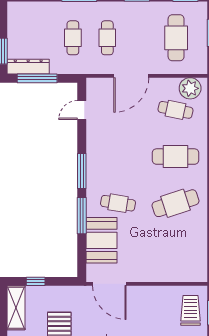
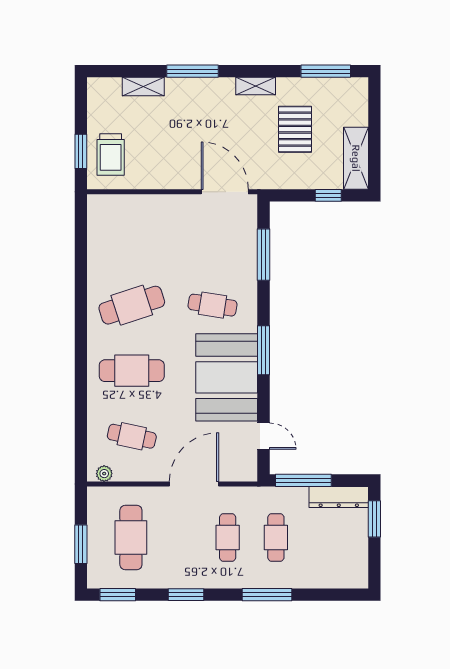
window: (37, 78) -> (303, 480), moved
plant: (190, 88) -> (104, 474), width x0.53, depth x0.53
door: (82, 110) -> (263, 436), hinge flipped
window: (82, 216) -> (263, 255), moved
booth: (101, 240) -> (227, 377), moved, width x1.36, depth x1.42

